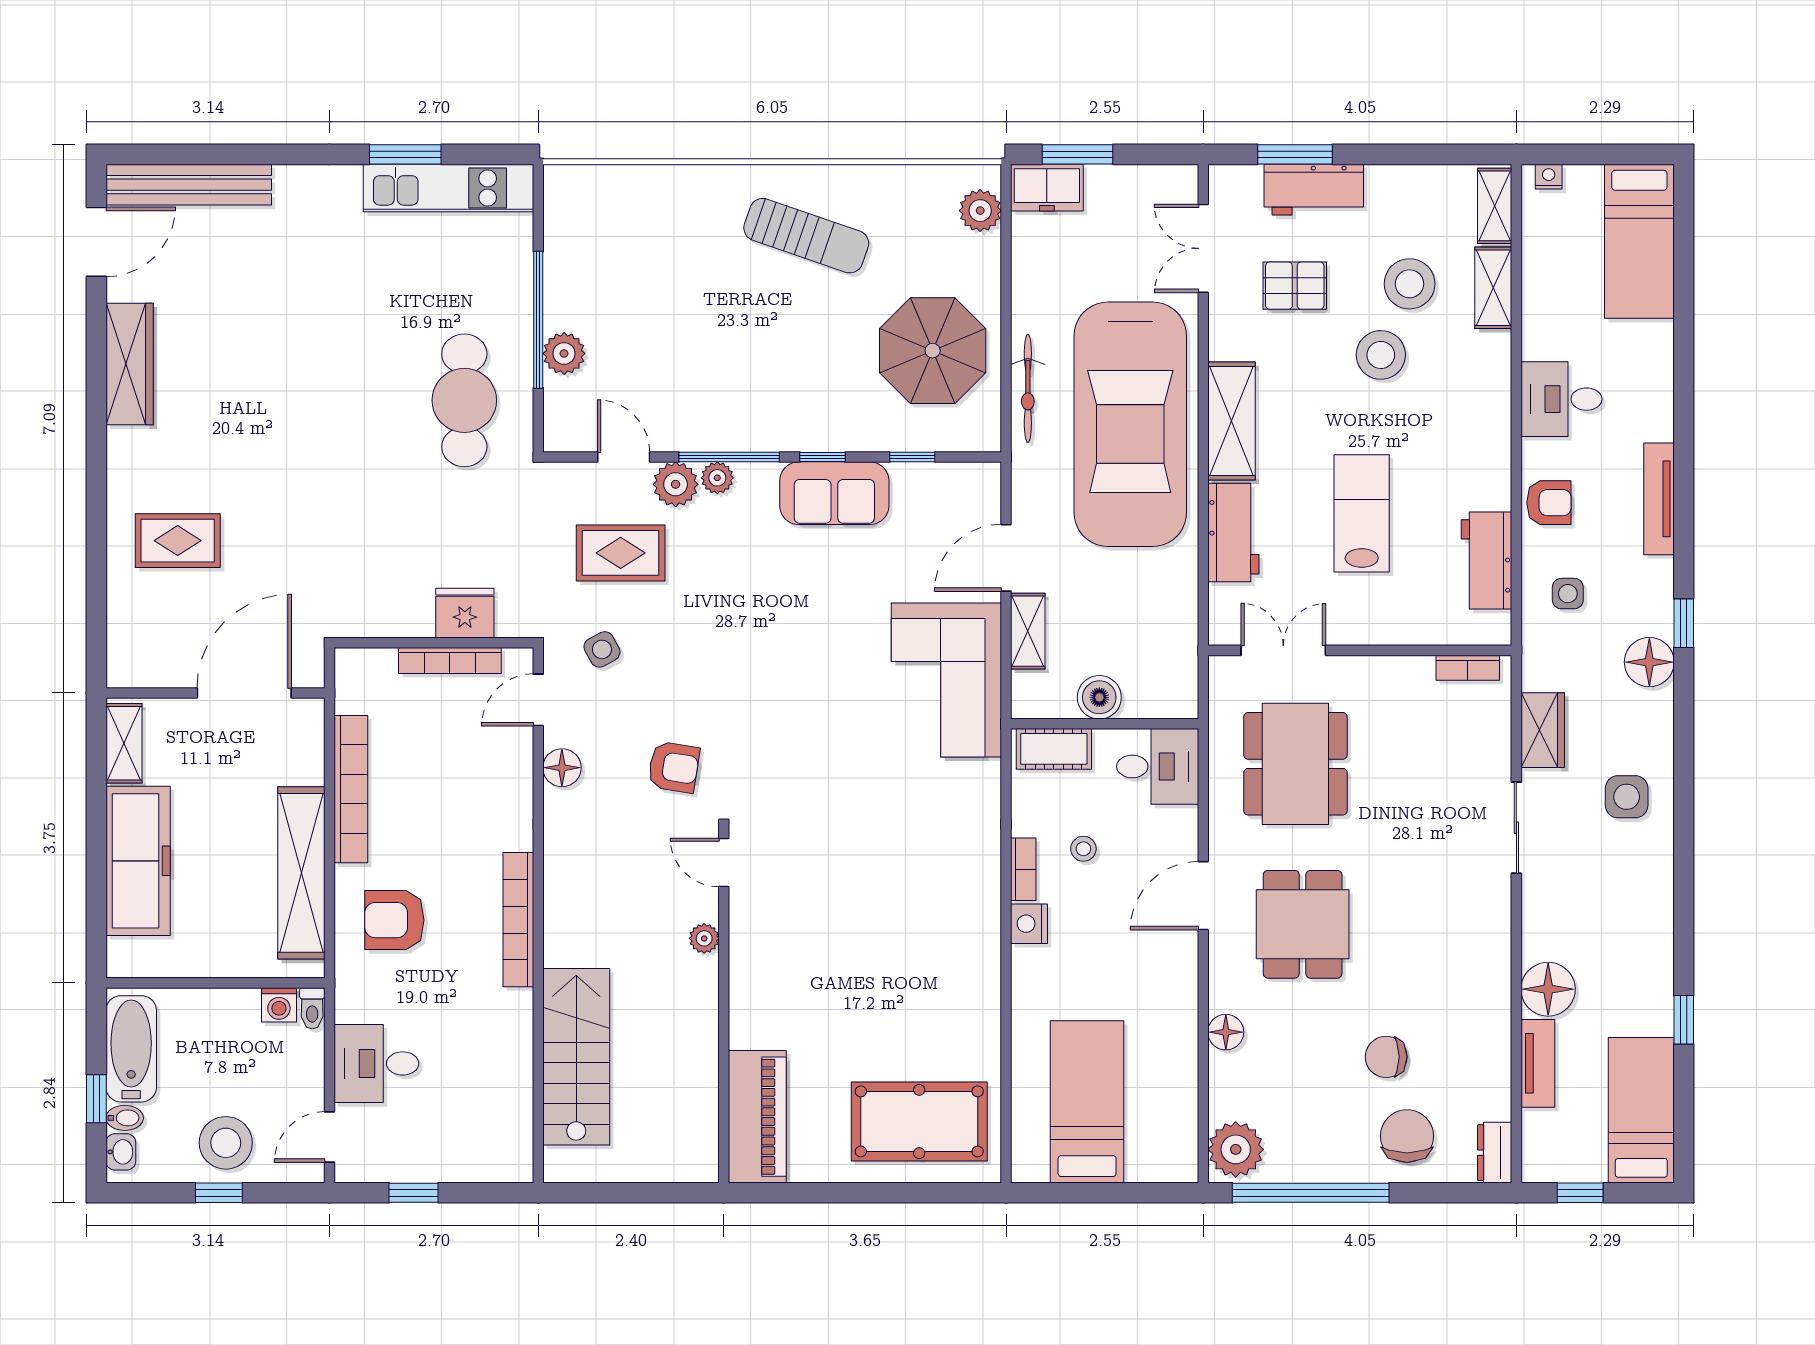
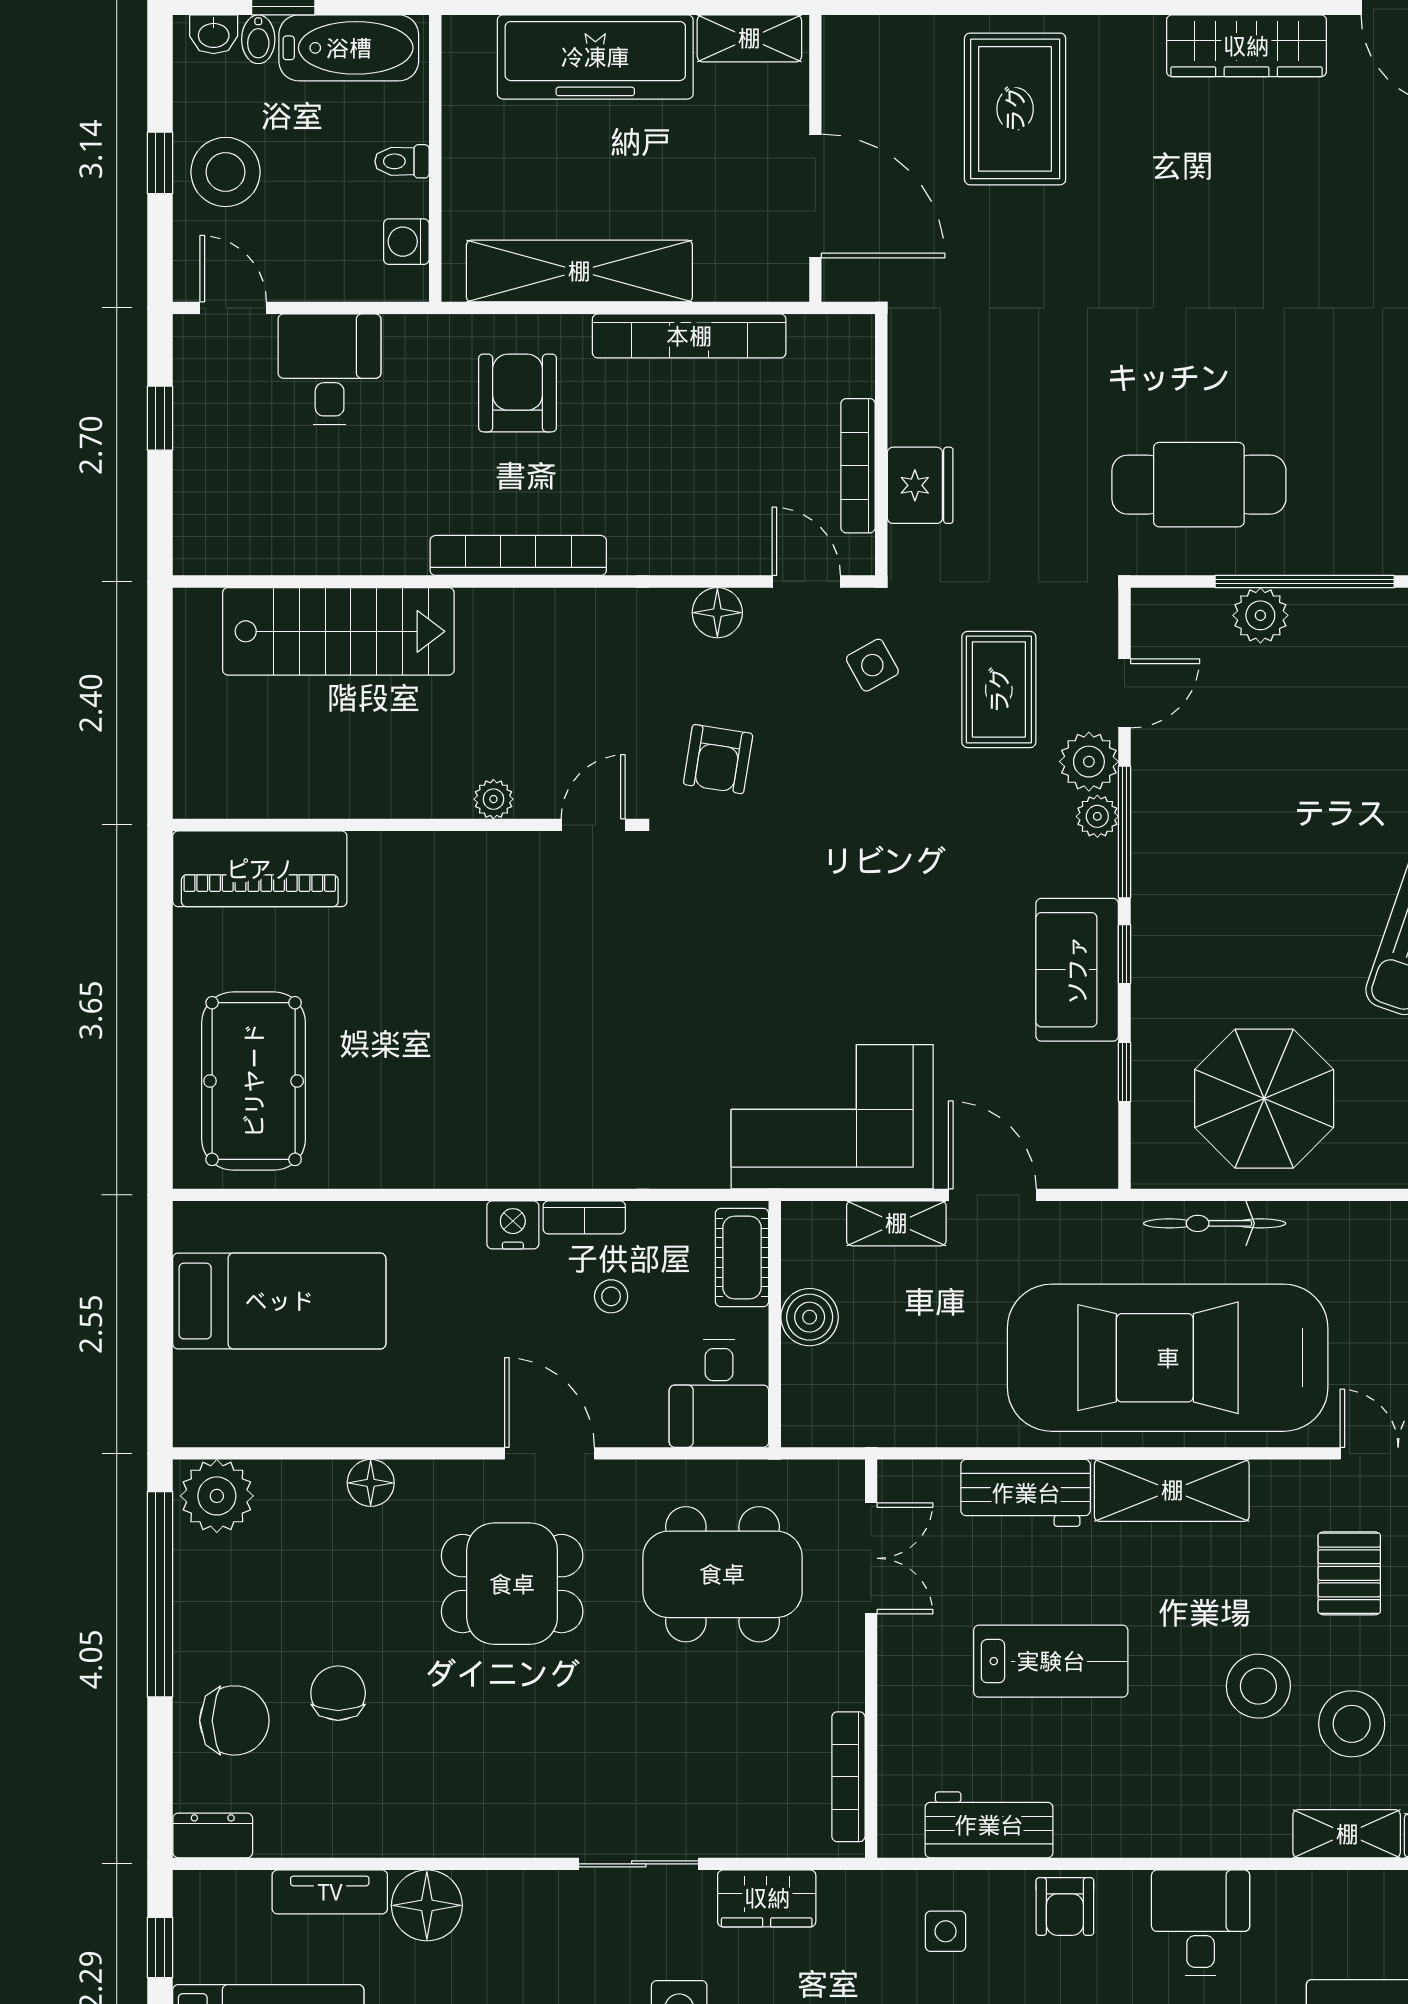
rug: (178, 541) -> (1015, 109), width x1.36, depth x1.43
bookcase: (1468, 668) -> (848, 1777), width x1.56
toilet: (312, 1008) -> (402, 161), moved

